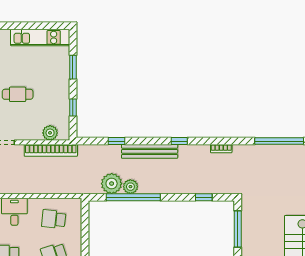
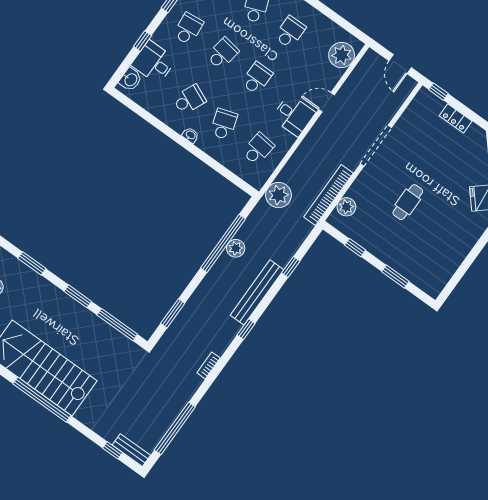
kitchen unit: (40, 37) -> (448, 265), removed
plant: (112, 184) -> (279, 195), moved
window: (204, 197) -> (173, 313), width x1.50

